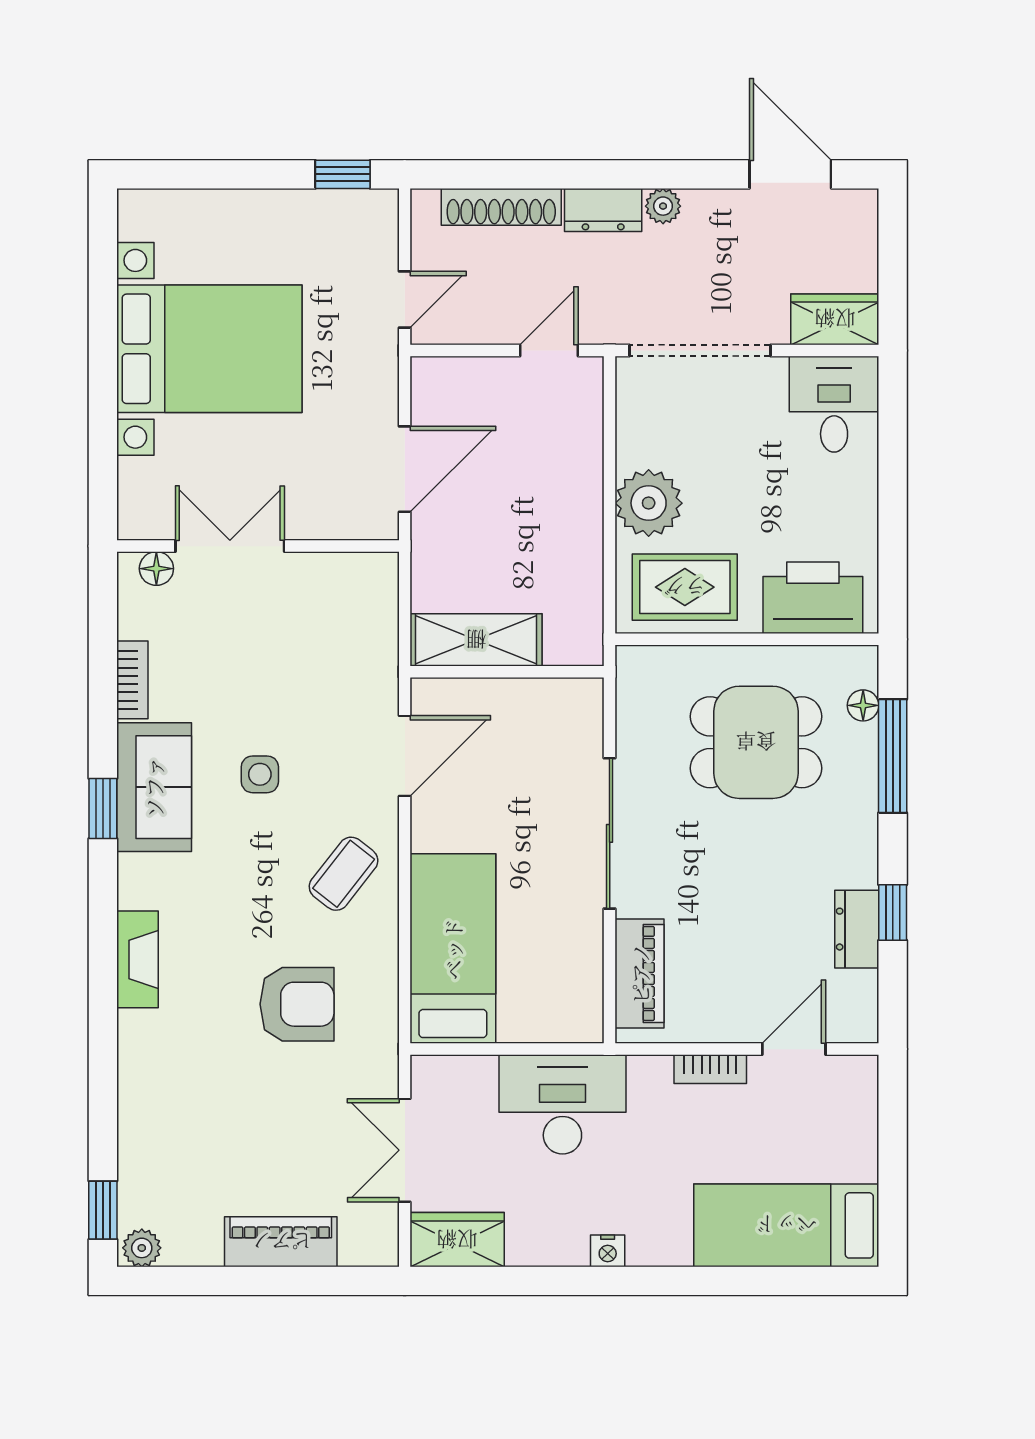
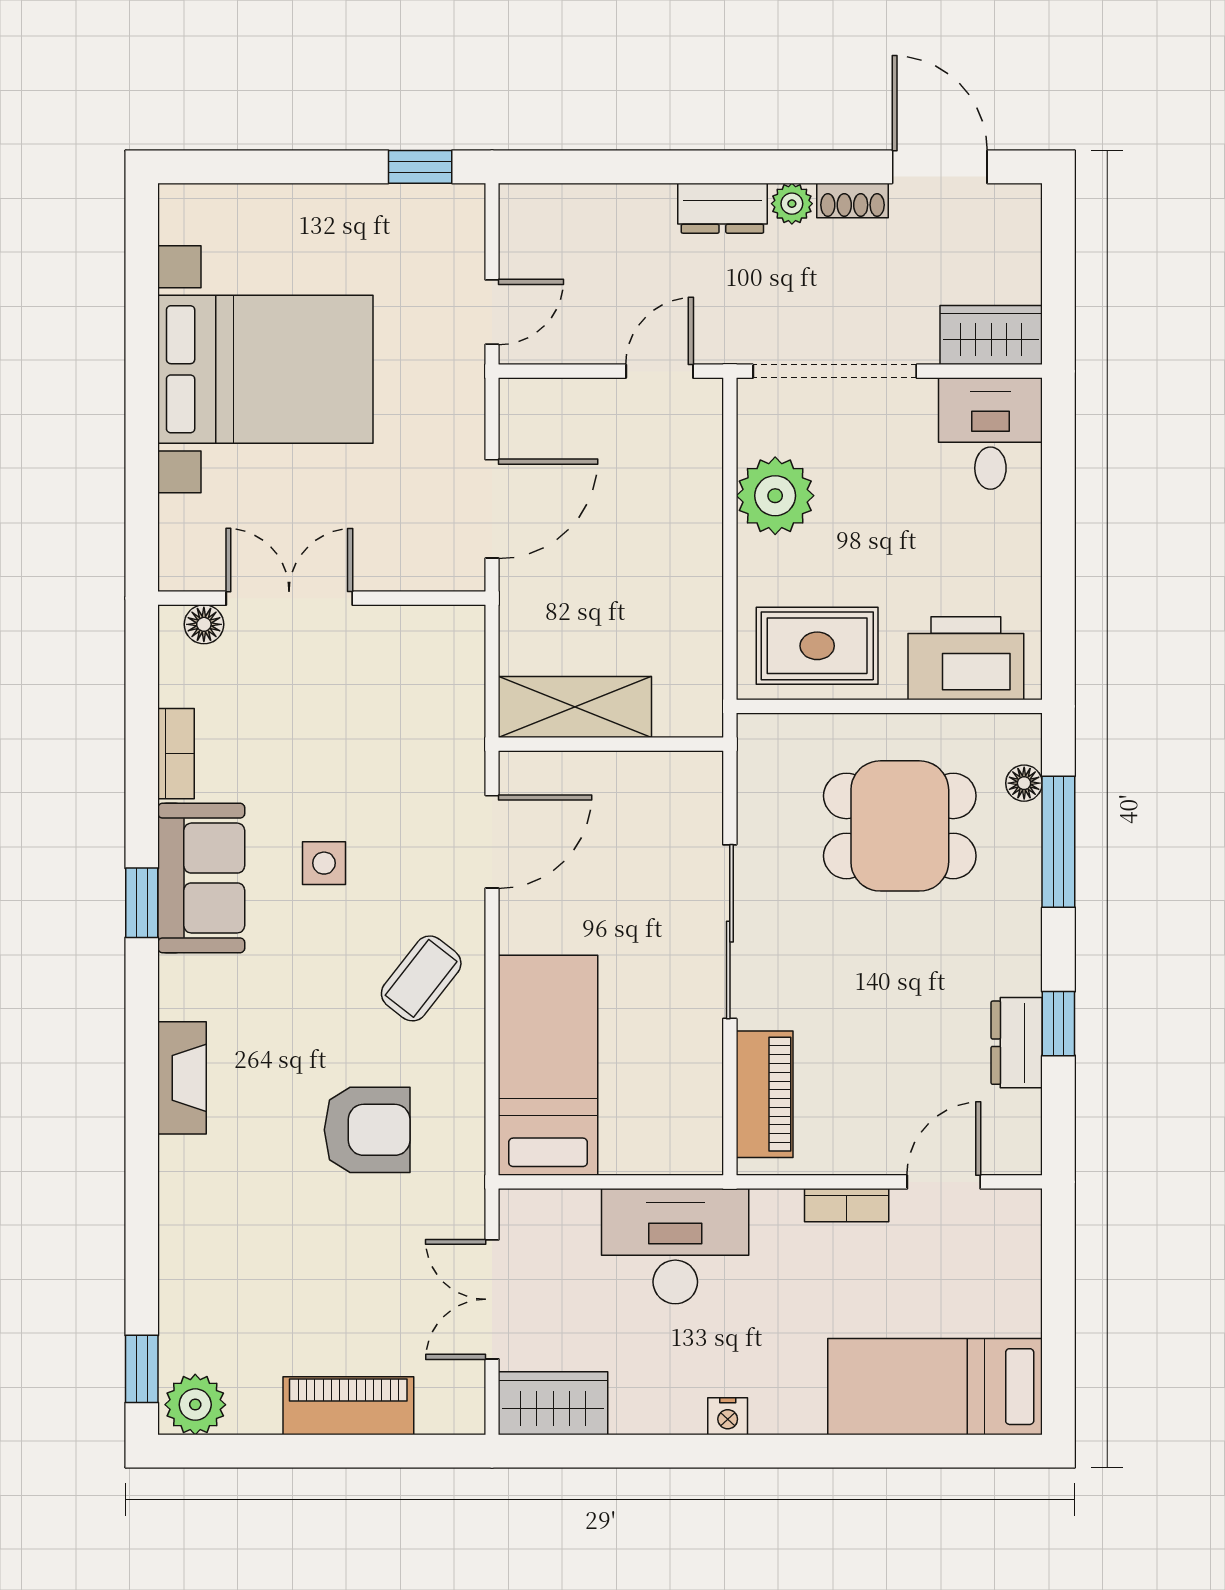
shoe rack: (501, 207) -> (852, 200), moved, width x0.51, depth x0.81
plant: (649, 503) -> (775, 496), moved
plant: (142, 1248) -> (195, 1405), width x1.38, depth x1.38

